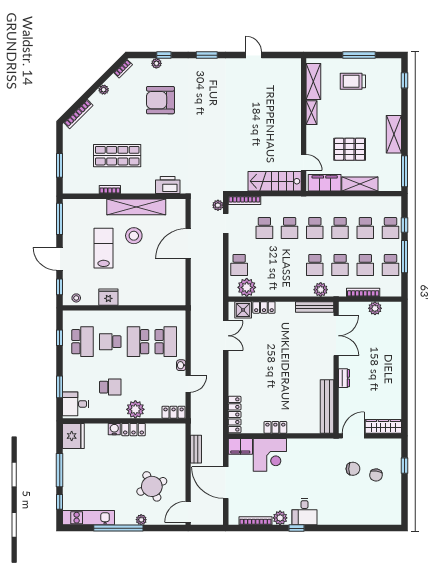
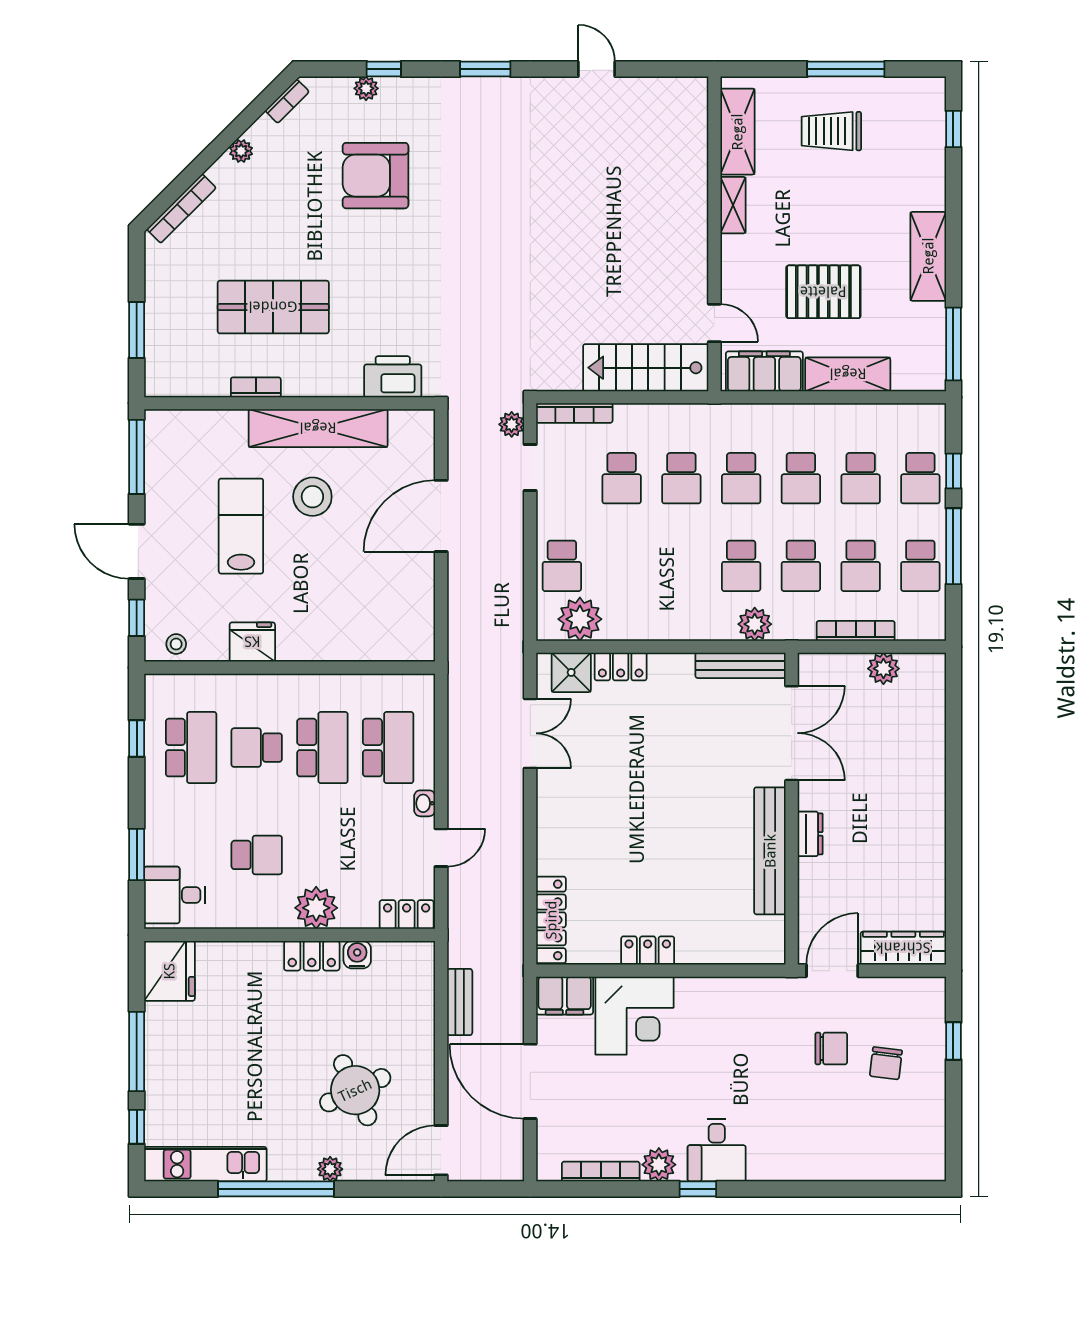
school desk: (138, 342) -> (322, 748), turned 180
bench: (327, 407) -> (770, 851), moved
water cooler: (114, 429) -> (357, 955), moved

